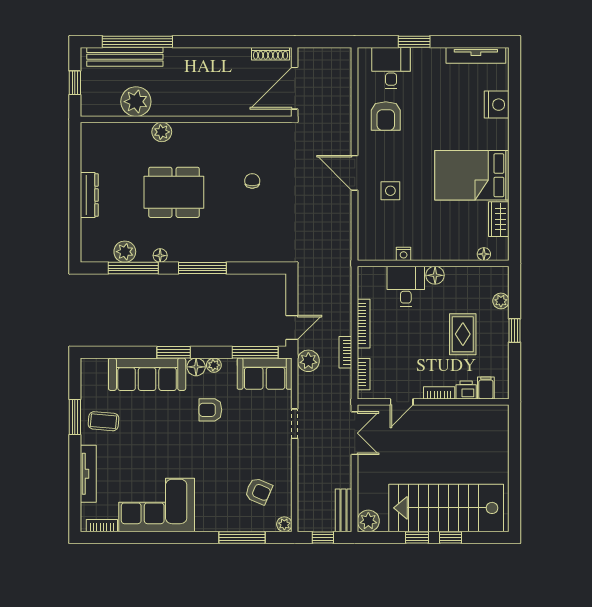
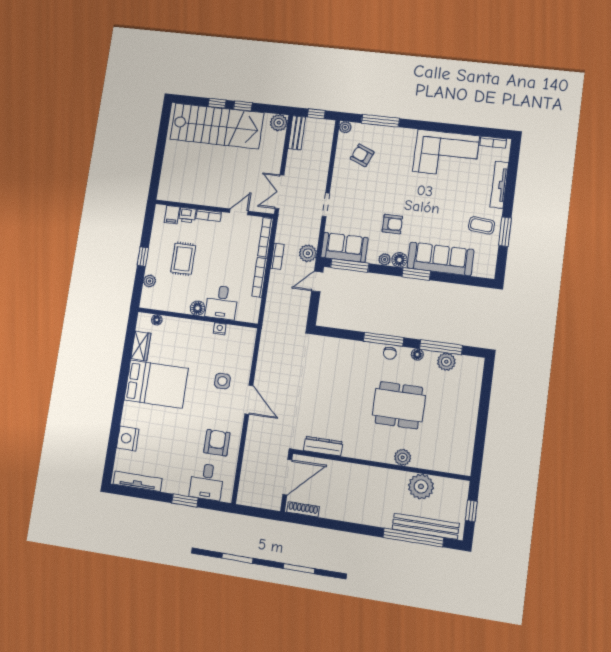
chair: (252, 181) -> (390, 353), moved
dresser: (89, 195) -> (323, 446), moved, turned 90
bookcase: (364, 374) -> (265, 237), width x1.56

